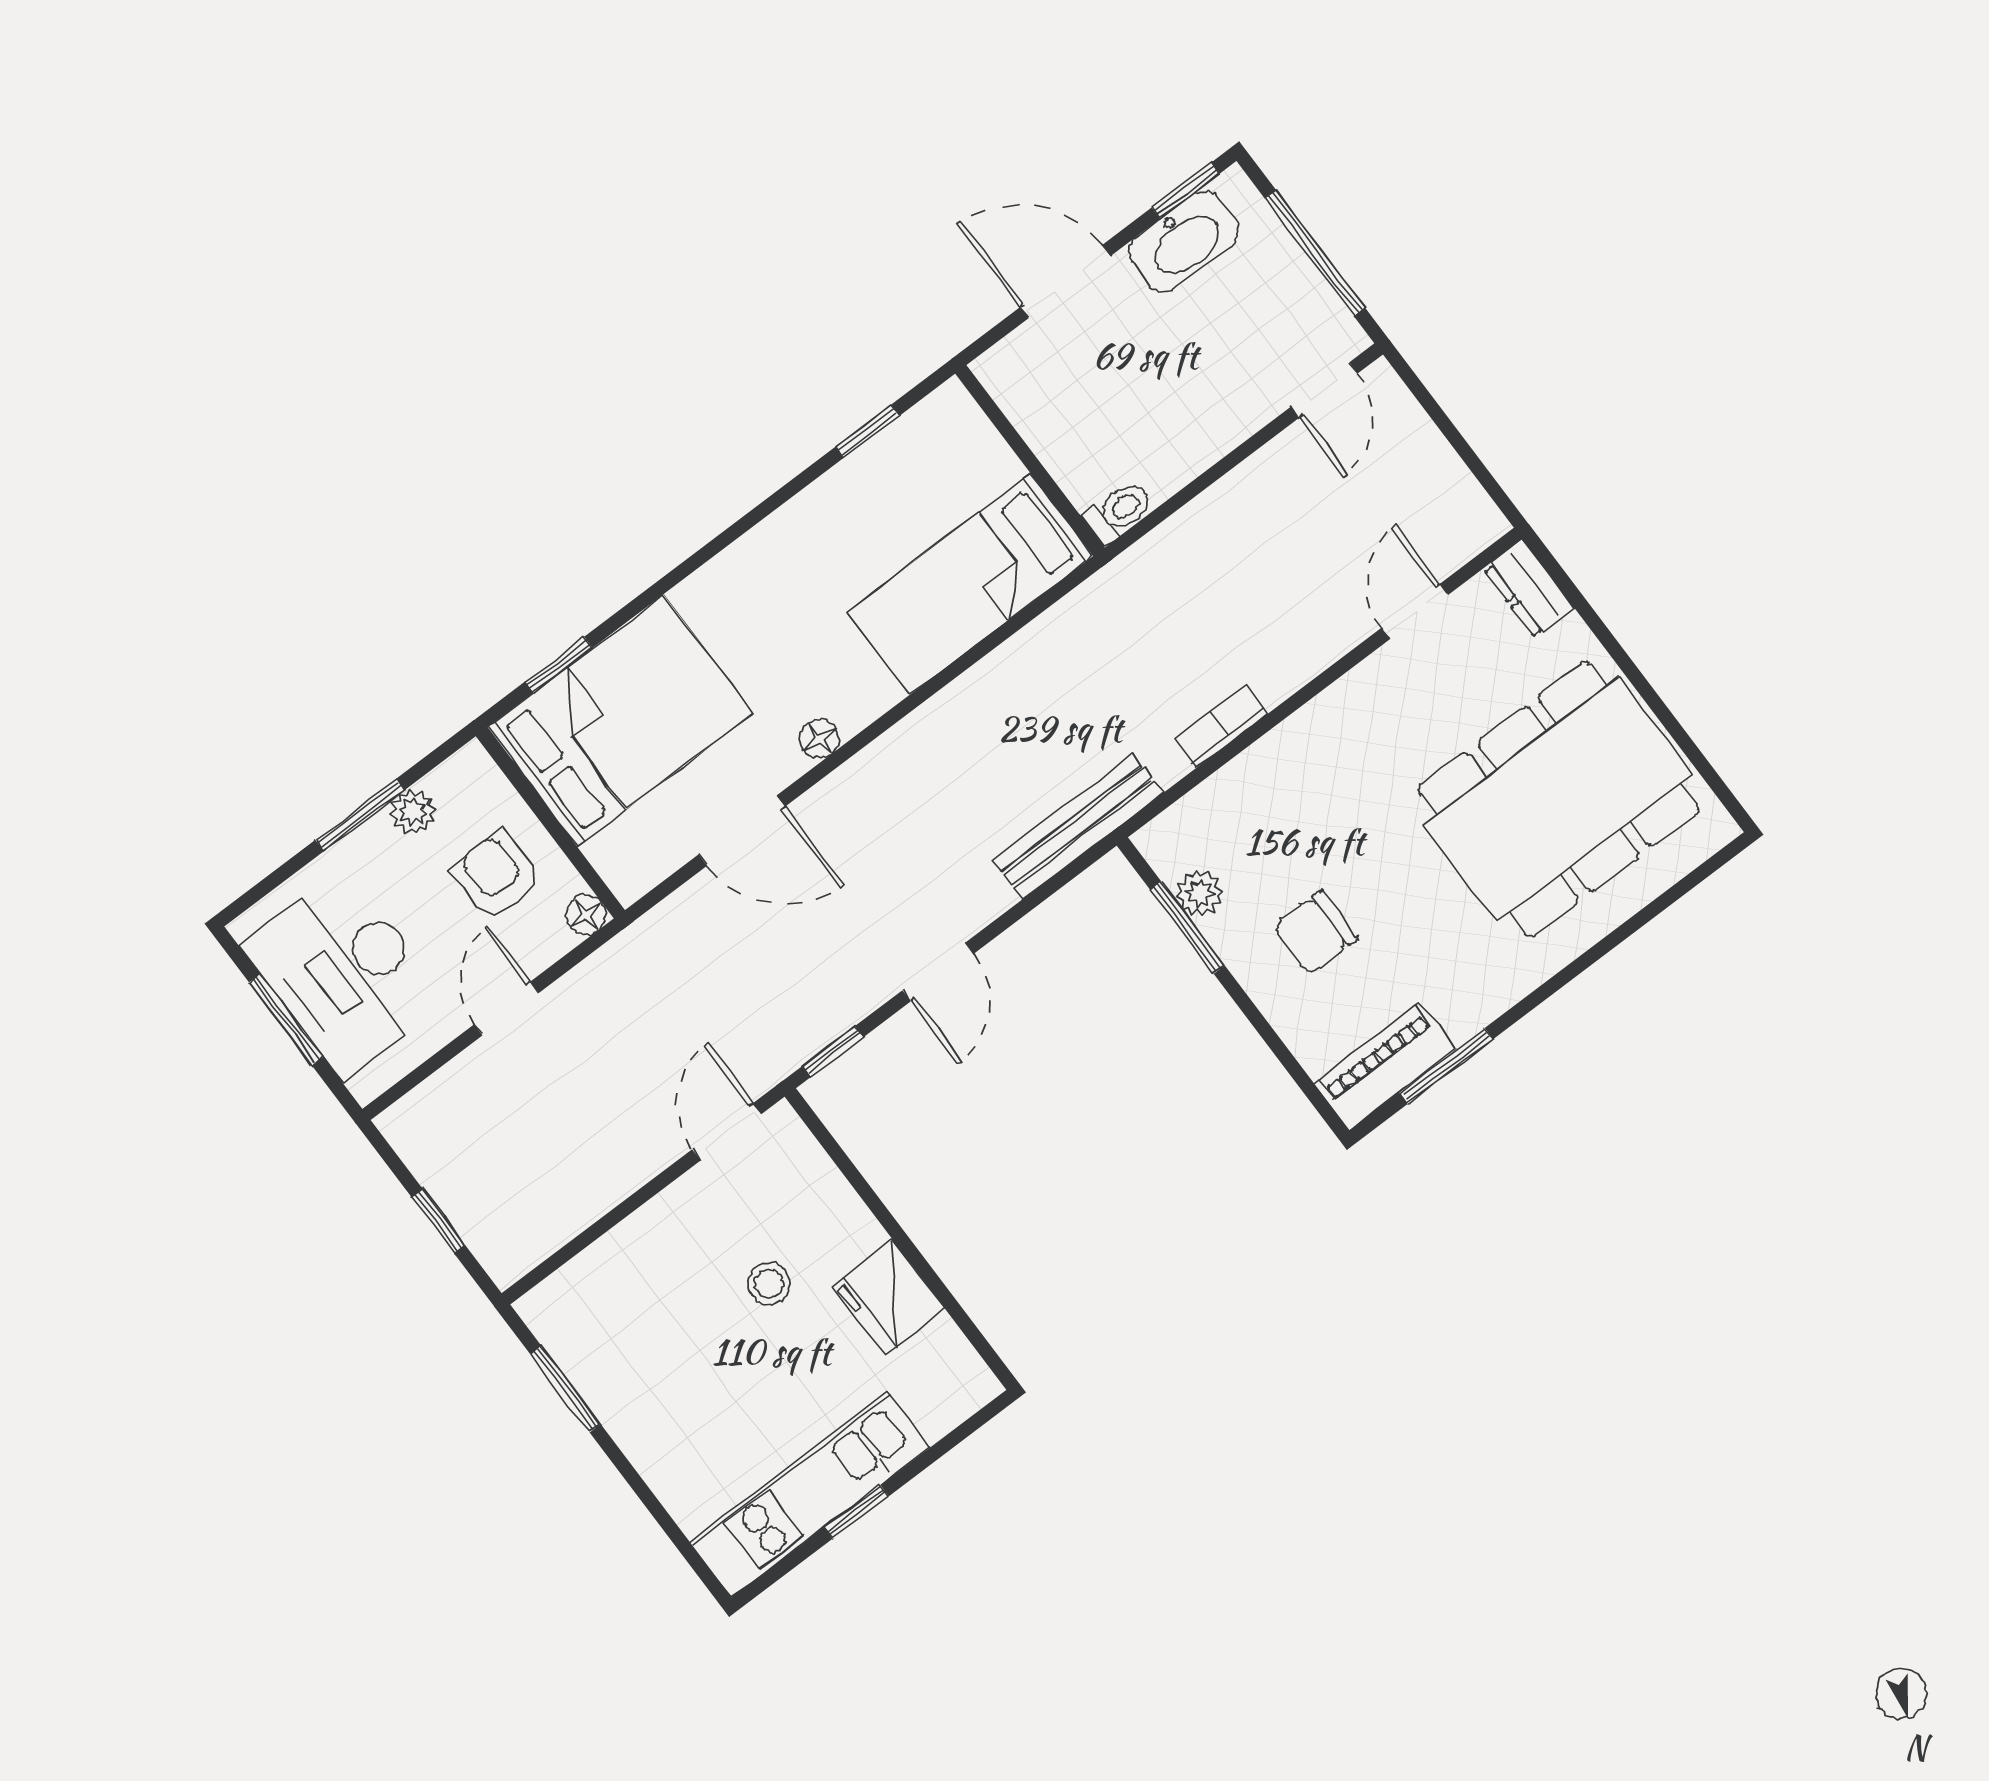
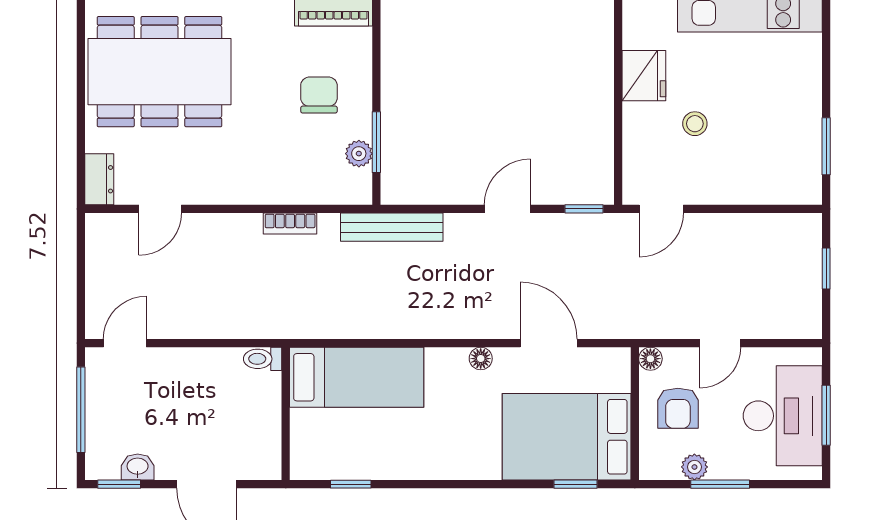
washbasin: (1184, 242) -> (138, 467), width x0.52, depth x0.69
chair: (1315, 933) -> (319, 95), turned -90

